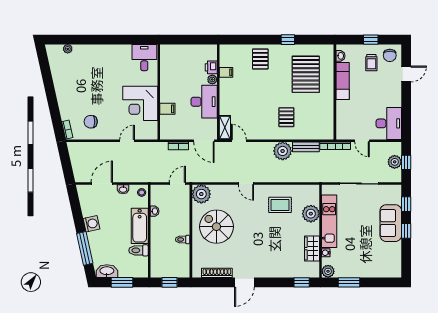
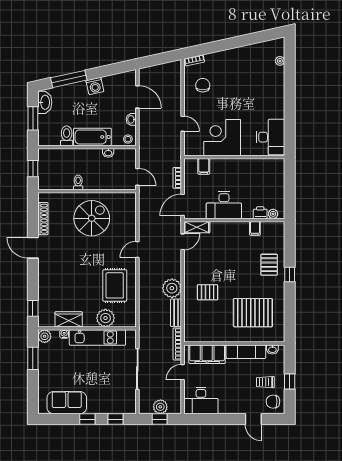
window: (288, 40) -> (290, 275), moved
desk: (144, 58) -> (271, 137), width x1.37
pallet: (260, 59) -> (269, 265), turned 90
plant: (212, 79) -> (273, 214), moved
filing cabinet: (167, 109) -> (204, 166), moved
filing cabinet: (345, 118) -> (207, 354), added
plant: (201, 194) -> (126, 202), removed
rug: (280, 205) -> (115, 285), width x1.36, depth x1.43
sofa: (391, 223) -> (67, 403), moved

